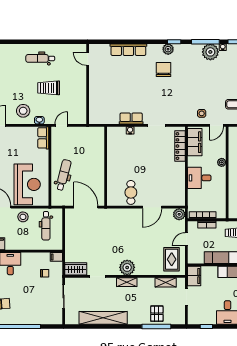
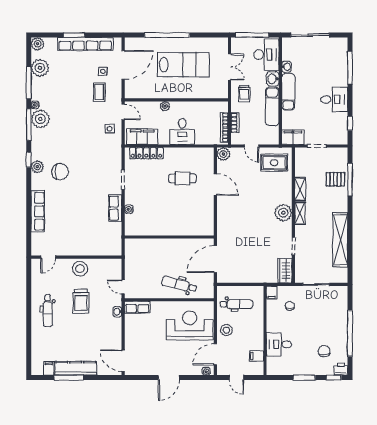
chair: (164, 70) -> (60, 172), turned 180
stool: (23, 111) -> (80, 269), moved
cafe table: (131, 192) -> (182, 178), moved
shelving: (166, 282) -> (300, 189), moved

